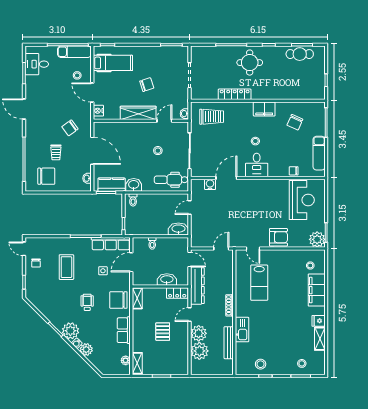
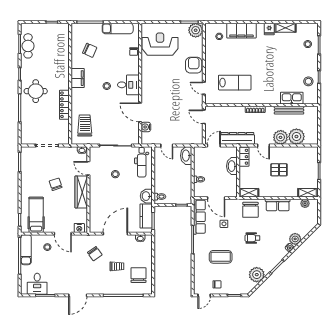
door: (92, 93) -> (63, 234), hinge flipped
door: (253, 248) -> (204, 88), swing flipped
kitchen sink: (242, 330) -> (292, 98), moved
plant: (70, 331) -> (257, 275), moved

